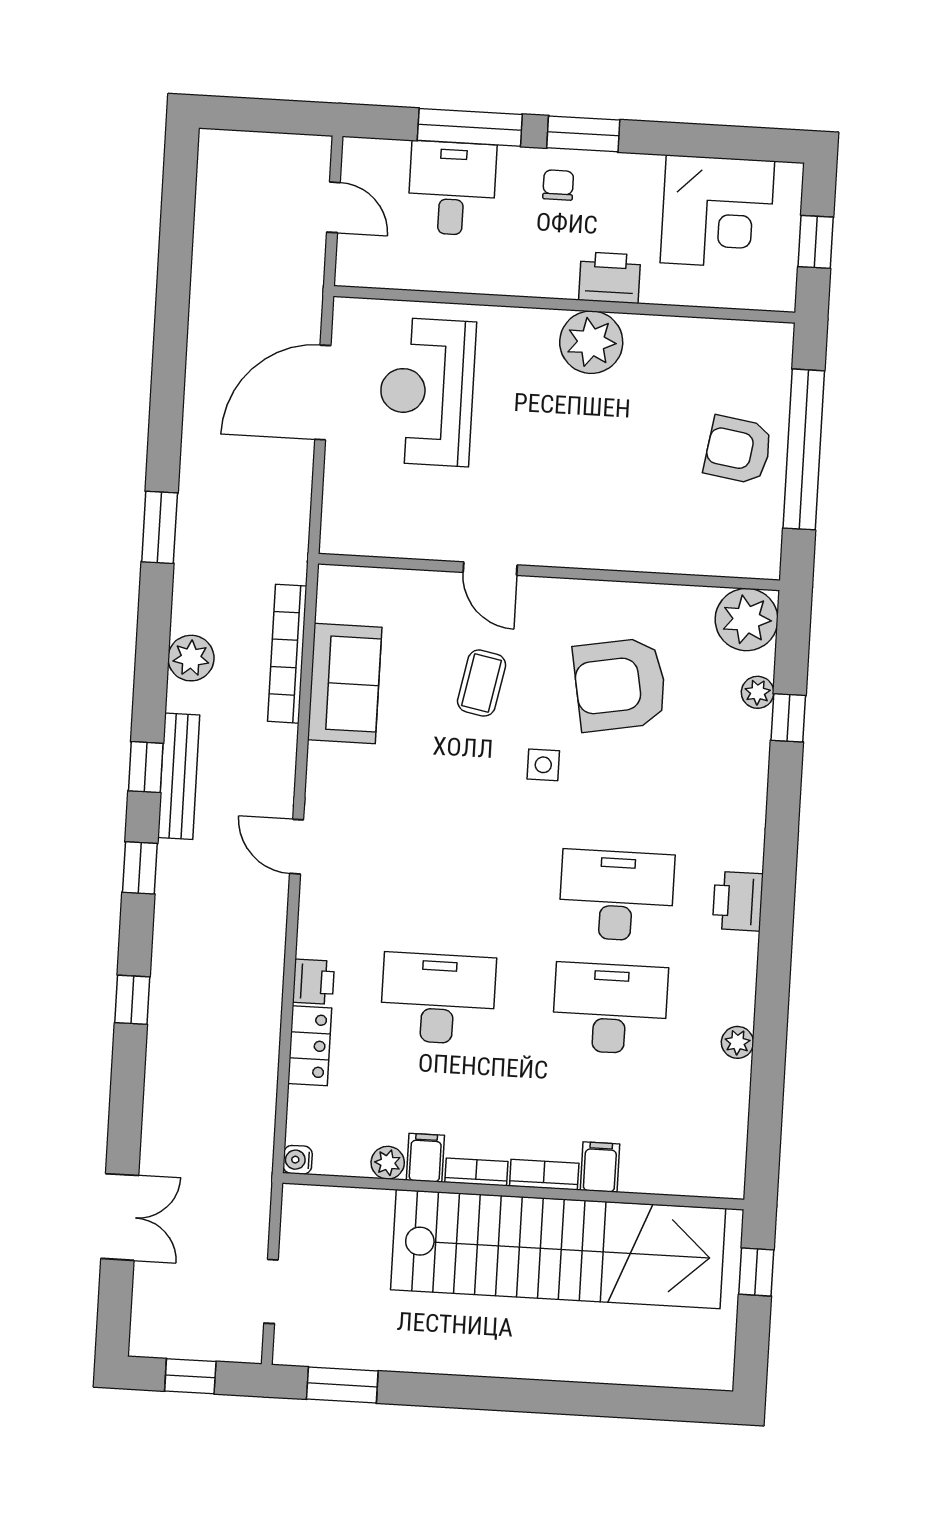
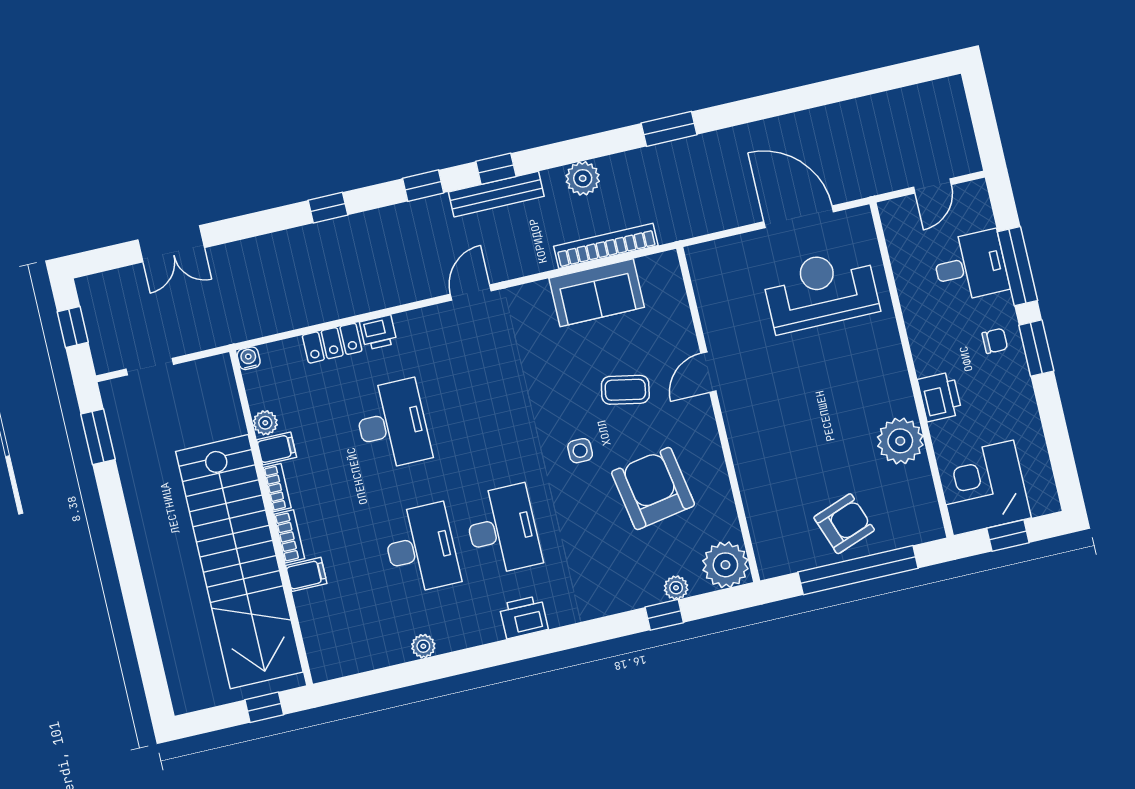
corner desk: (717, 212) -> (983, 488), moved, turned 90
plant: (591, 342) -> (900, 441), moved
armchair: (738, 450) -> (844, 524), turned 61

